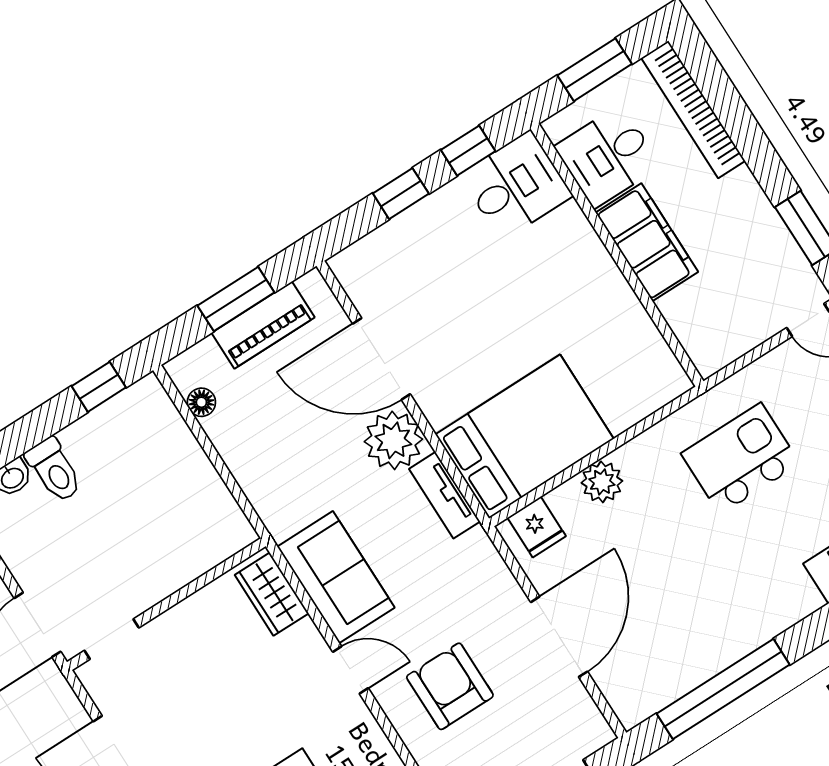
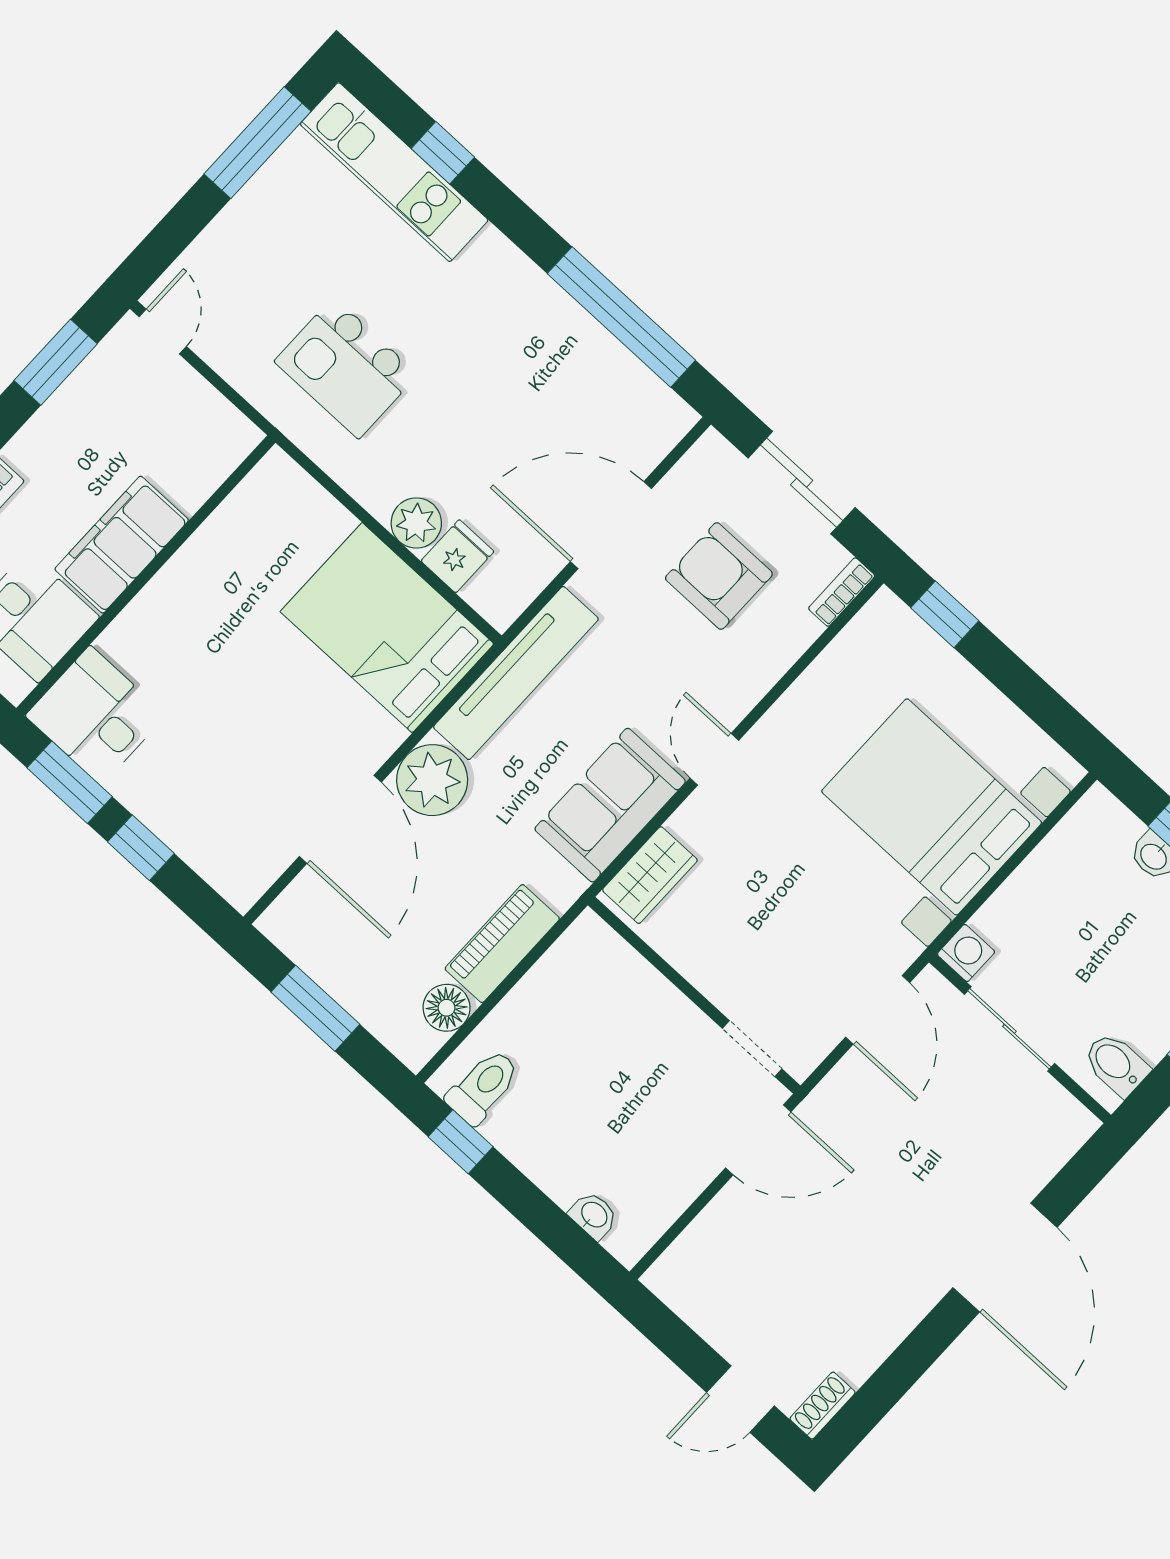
window: (468, 151) -> (70, 782), width x1.50
piano: (263, 325) -> (502, 944), moved, turned -90
floor lamp: (201, 402) -> (447, 1008), width x1.37, depth x1.37
toilet: (54, 470) -> (483, 1087), moved
tv unit: (444, 495) -> (516, 673), width x1.92, depth x1.29
fridge: (537, 527) -> (457, 556), moved
armchair: (450, 686) -> (719, 576), moved, turned 90

